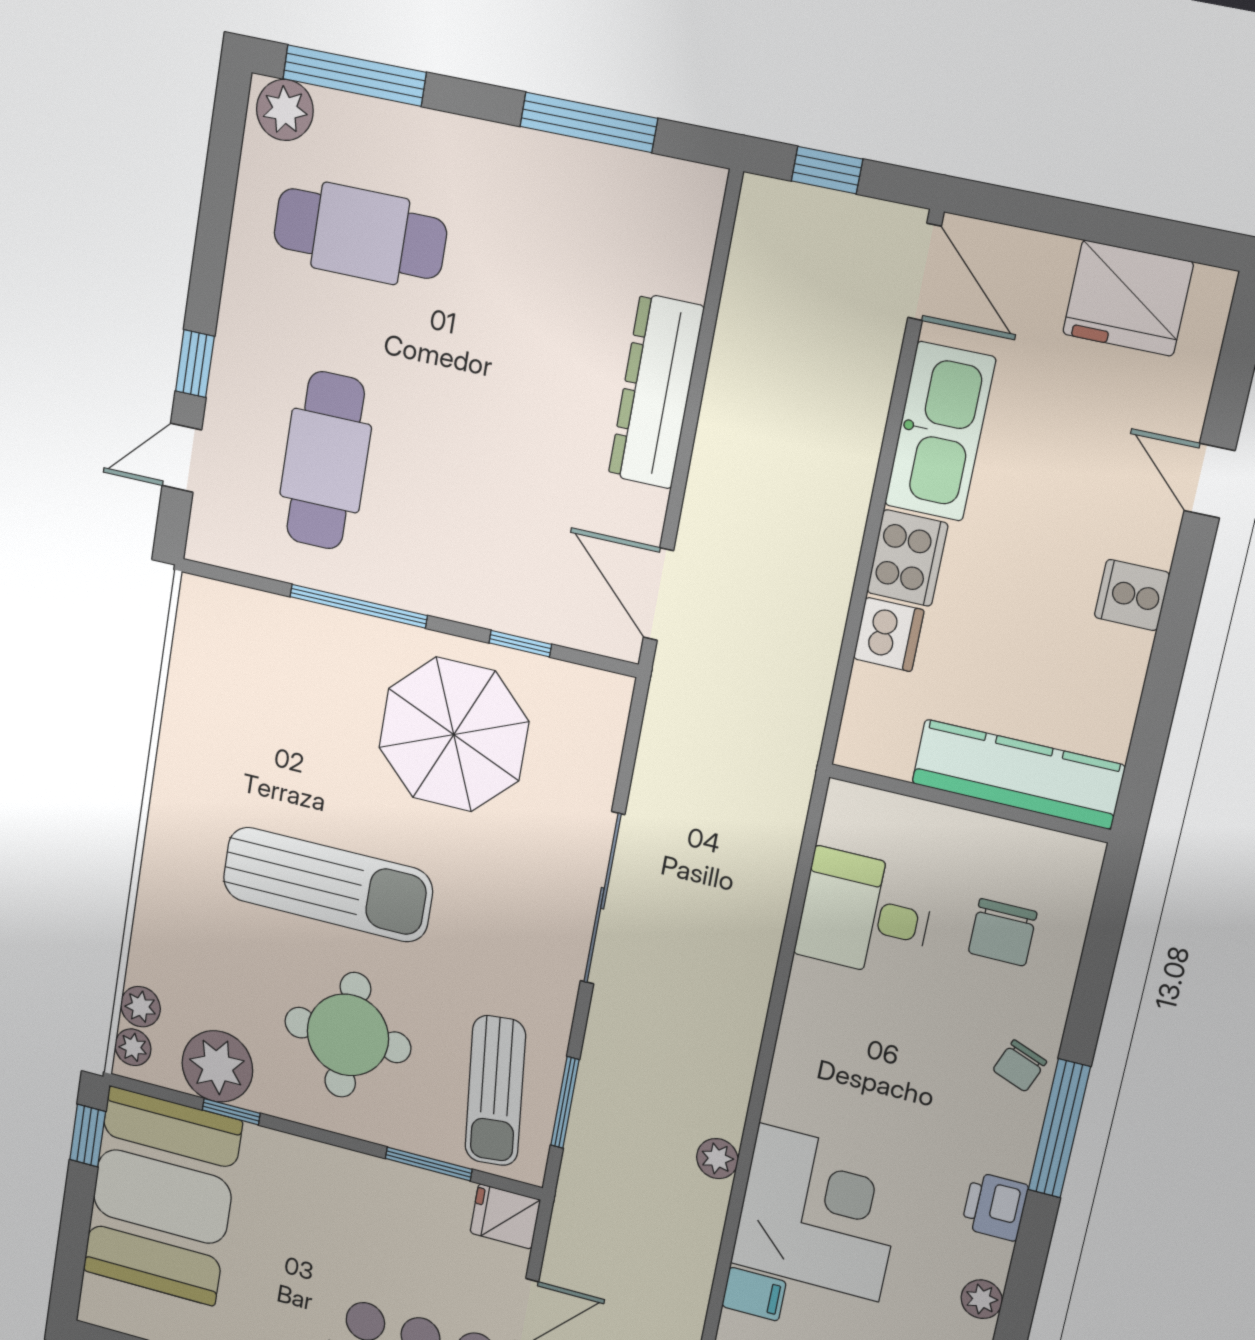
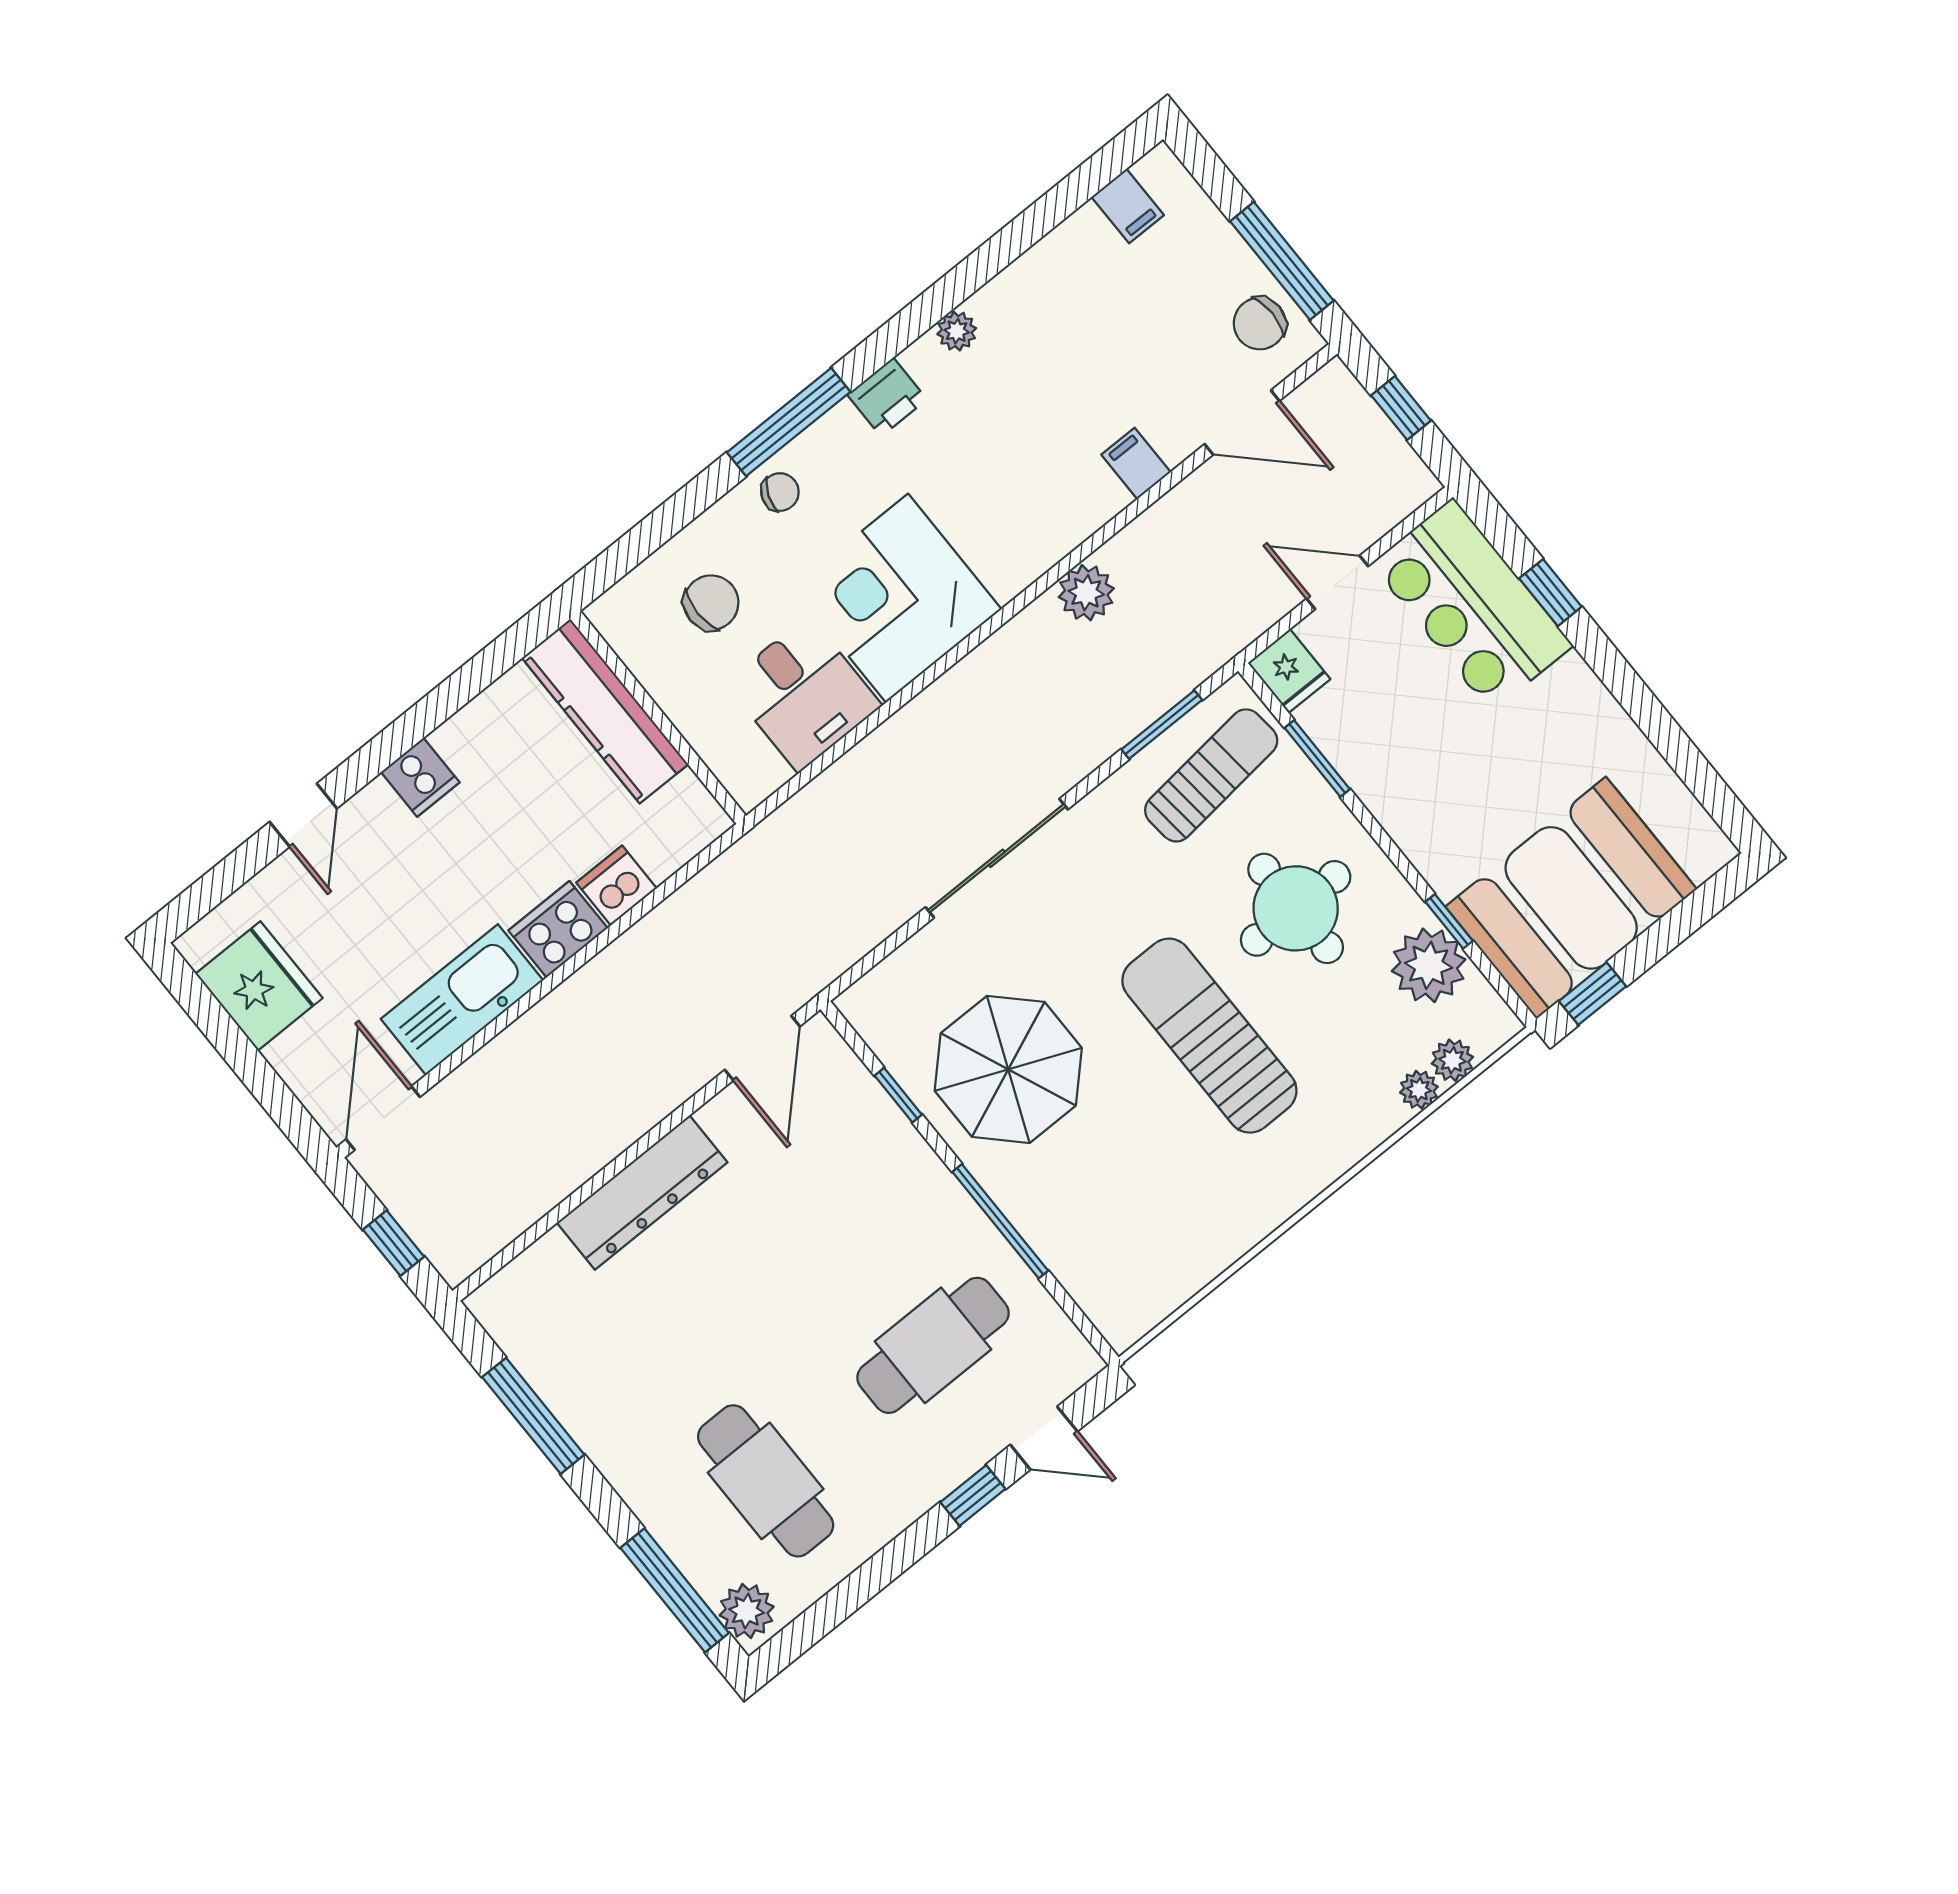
plant: (133, 1047) -> (1419, 1090), moved
plant: (717, 1159) -> (1086, 593), width x1.38, depth x1.38
corner desk: (819, 1212) -> (897, 598), moved

